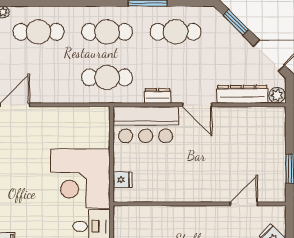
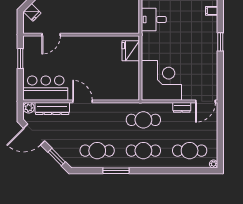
dresser: (158, 96) -> (182, 107), moved
bar counter: (146, 125) -> (46, 88), moved
corner desk: (80, 178) -> (161, 80), moved
fridge: (123, 180) -> (131, 51), width x1.88, depth x1.34

